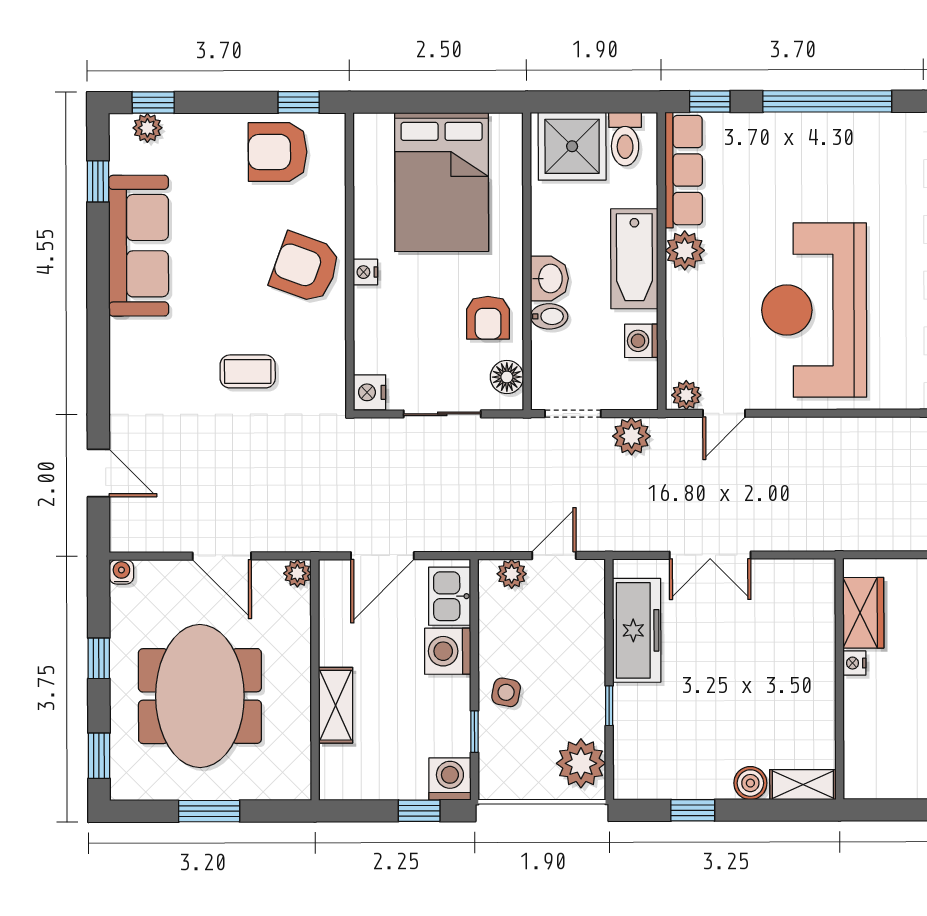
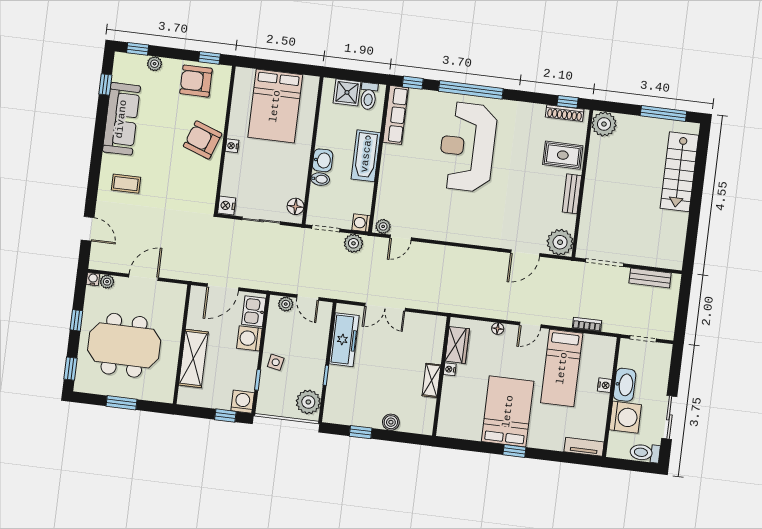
plant: (147, 128) -> (155, 64), moved
shower: (572, 146) -> (347, 92), width x0.73, depth x0.73
plant: (685, 250) -> (391, 155), removed
reception desk: (814, 310) -> (467, 147), moved
armchair: (488, 318) -> (290, 176), removed
washing machine: (641, 341) -> (361, 223), moved
coffee table: (248, 371) -> (126, 184), moved
door: (554, 555) -> (308, 298), swing flipped
door: (222, 556) -> (144, 277), swing flipped
plant: (297, 573) -> (107, 282), moved
meeting table: (200, 696) -> (124, 345), turned 90
shelving: (336, 705) -> (193, 358), width x1.50, depth x1.33
shelving: (803, 785) -> (432, 380), moved, turned 90

